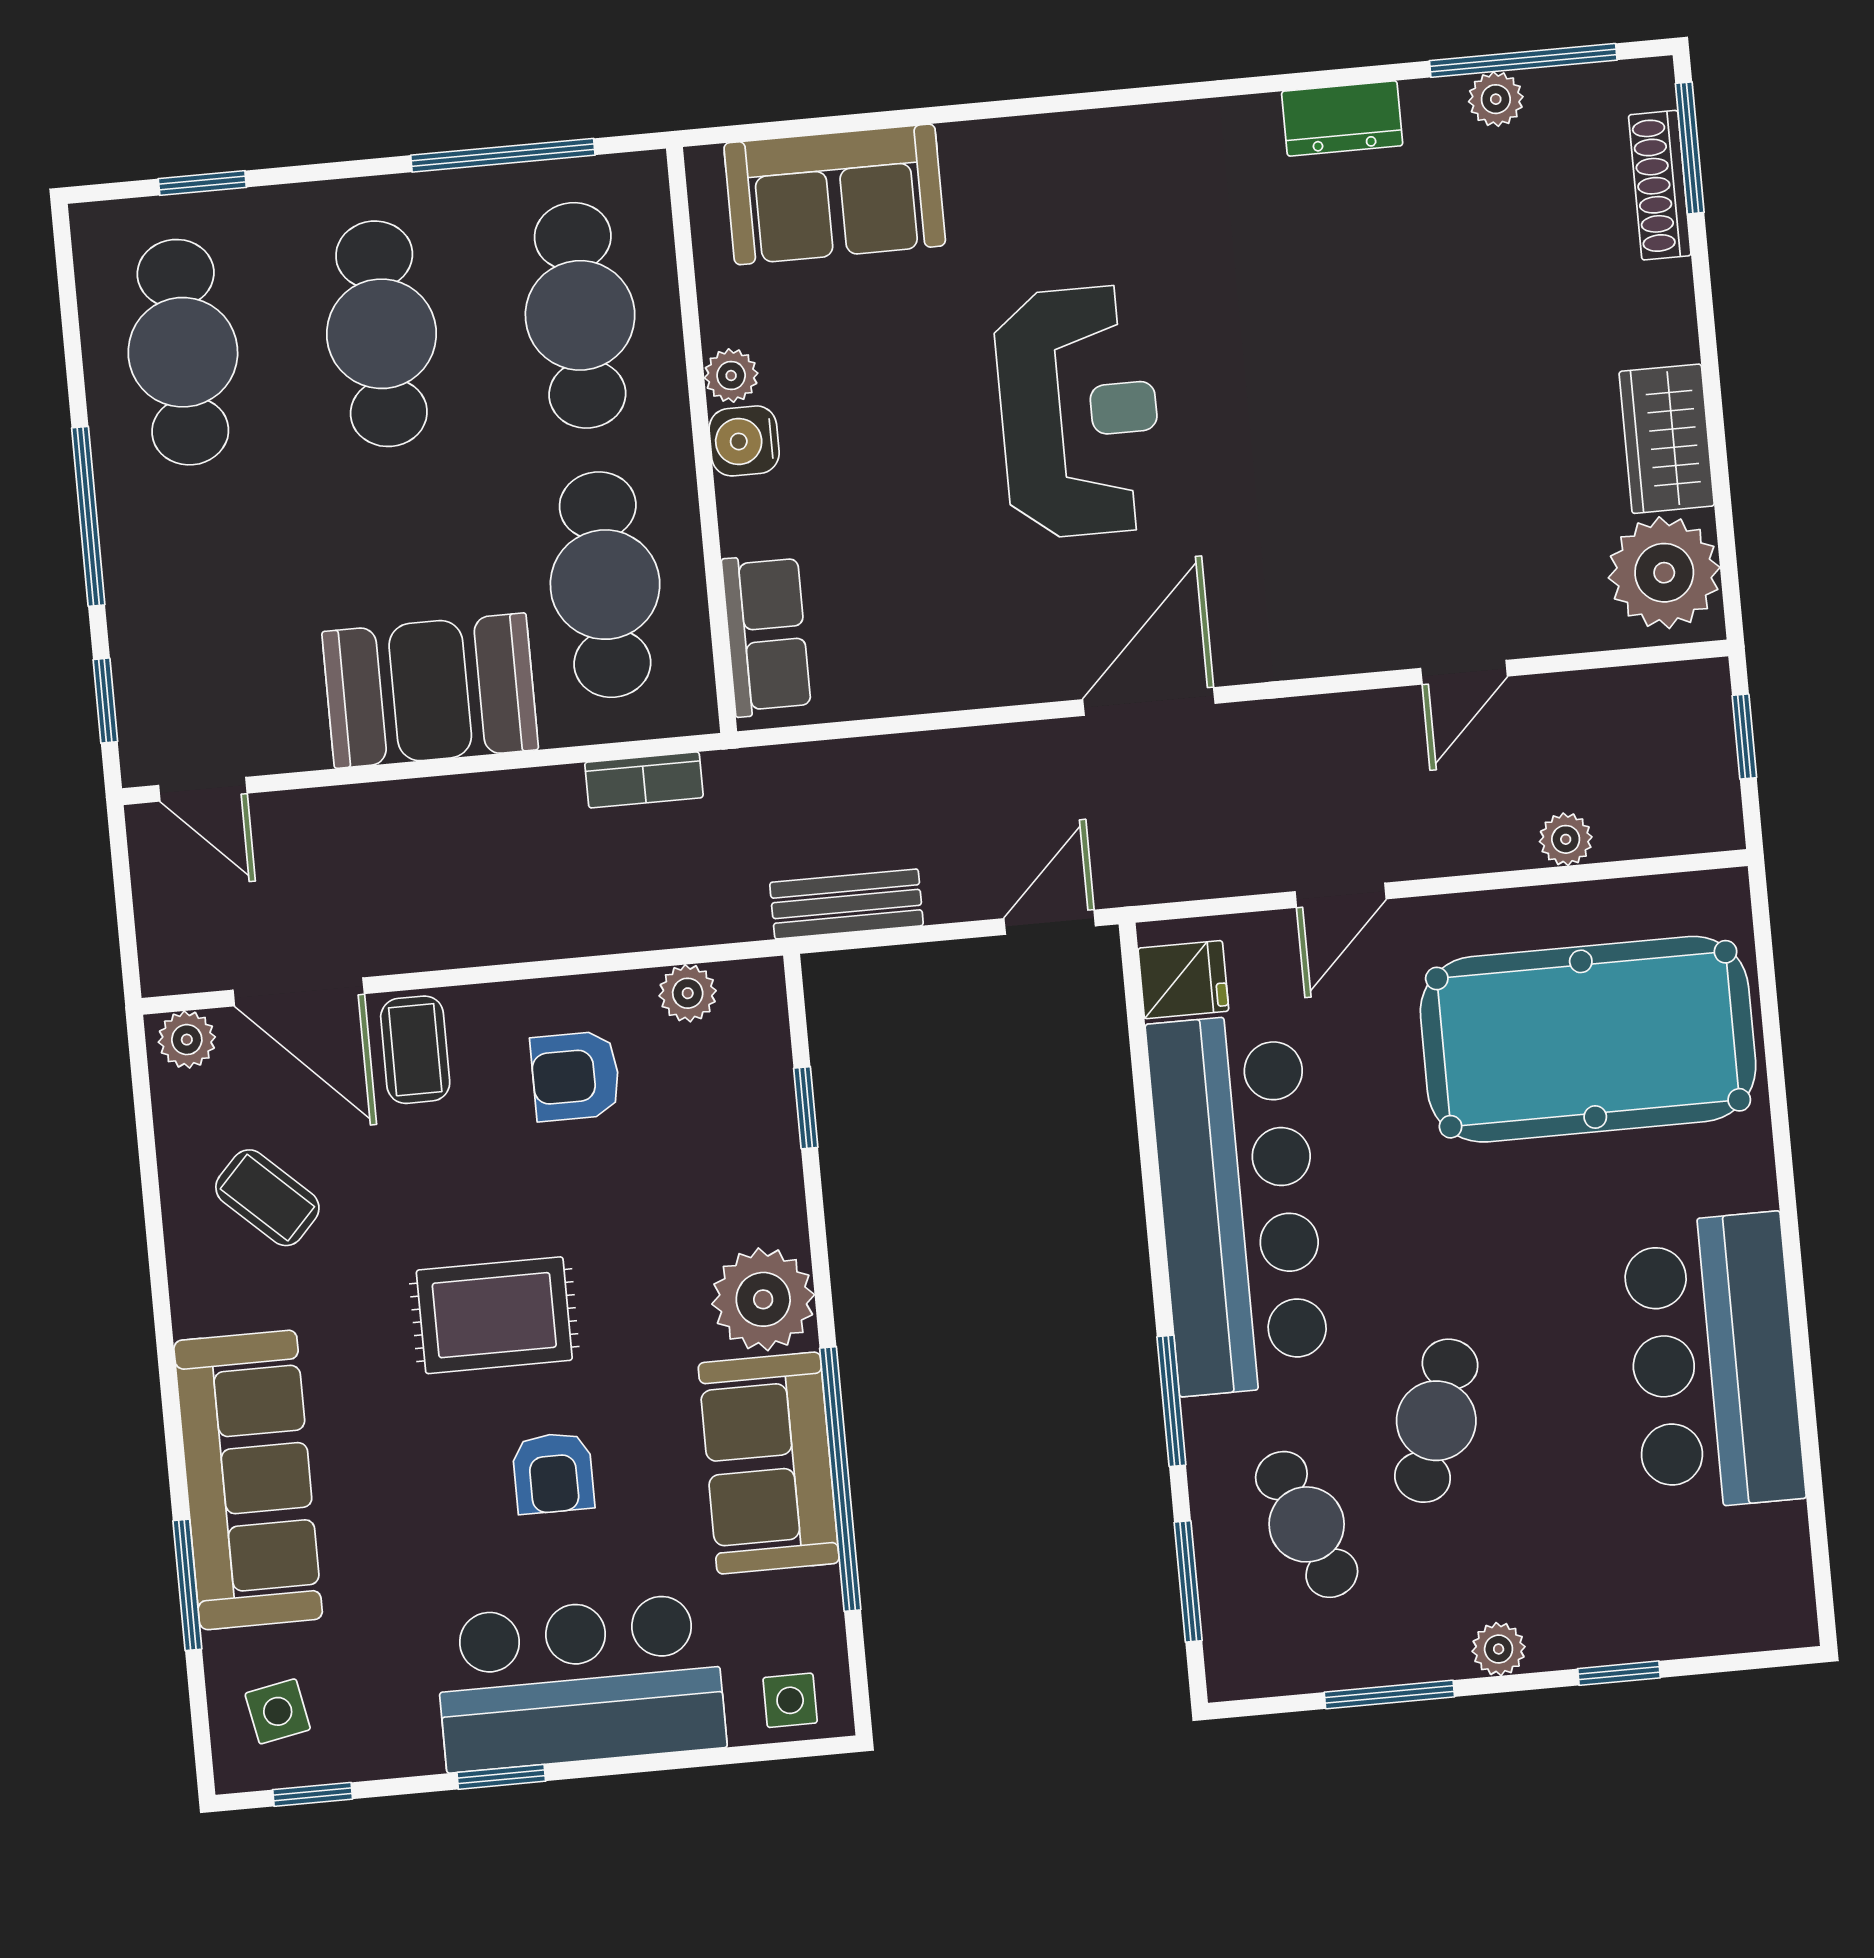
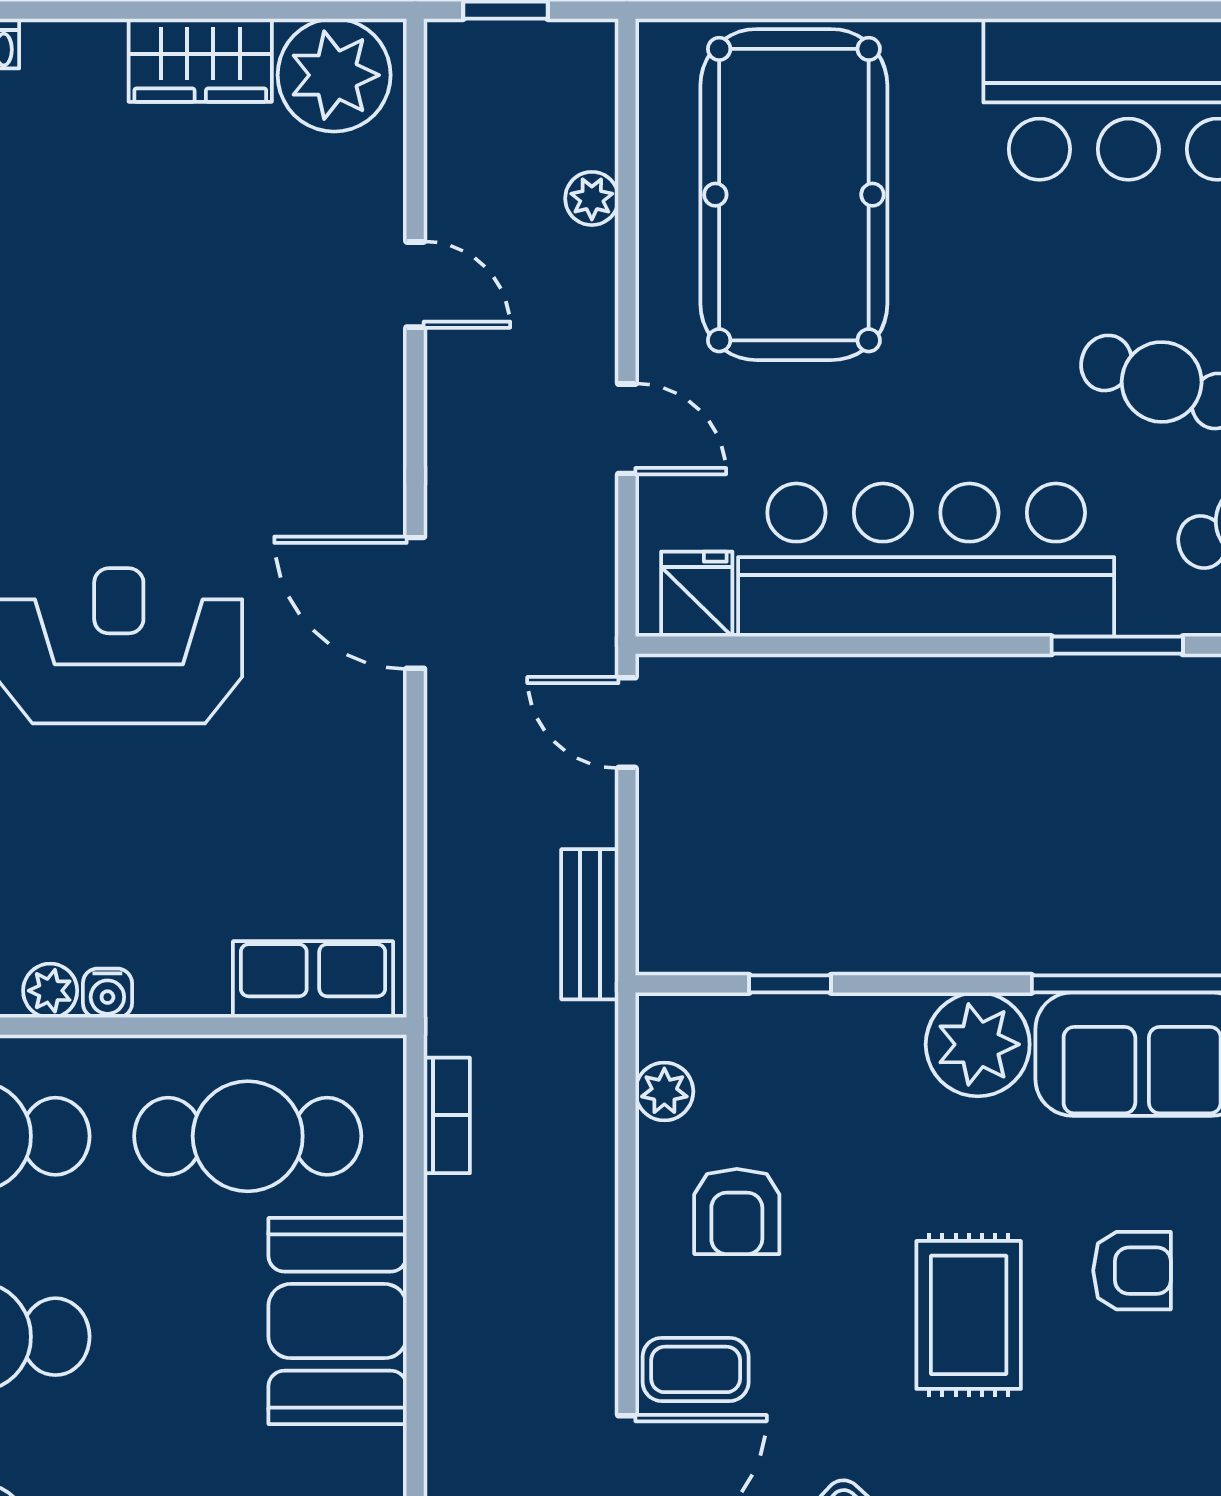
water cooler: (744, 441) -> (107, 993), width x0.72, depth x0.72

